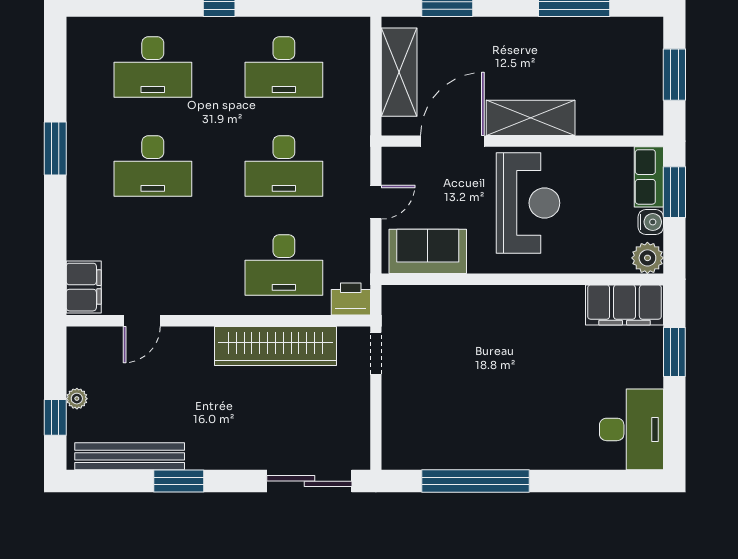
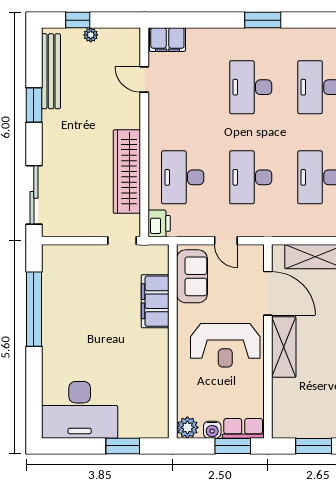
filing cabinet: (624, 305) -> (155, 301), moved
desk: (631, 429) -> (80, 410), width x1.36, depth x1.30

